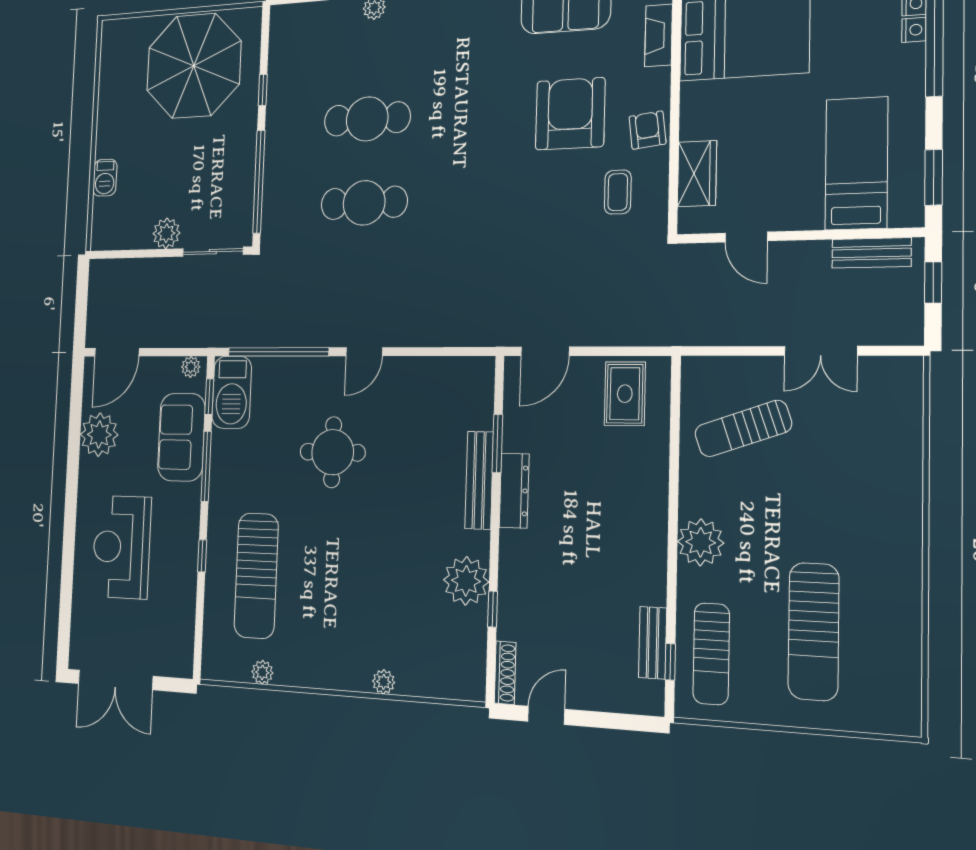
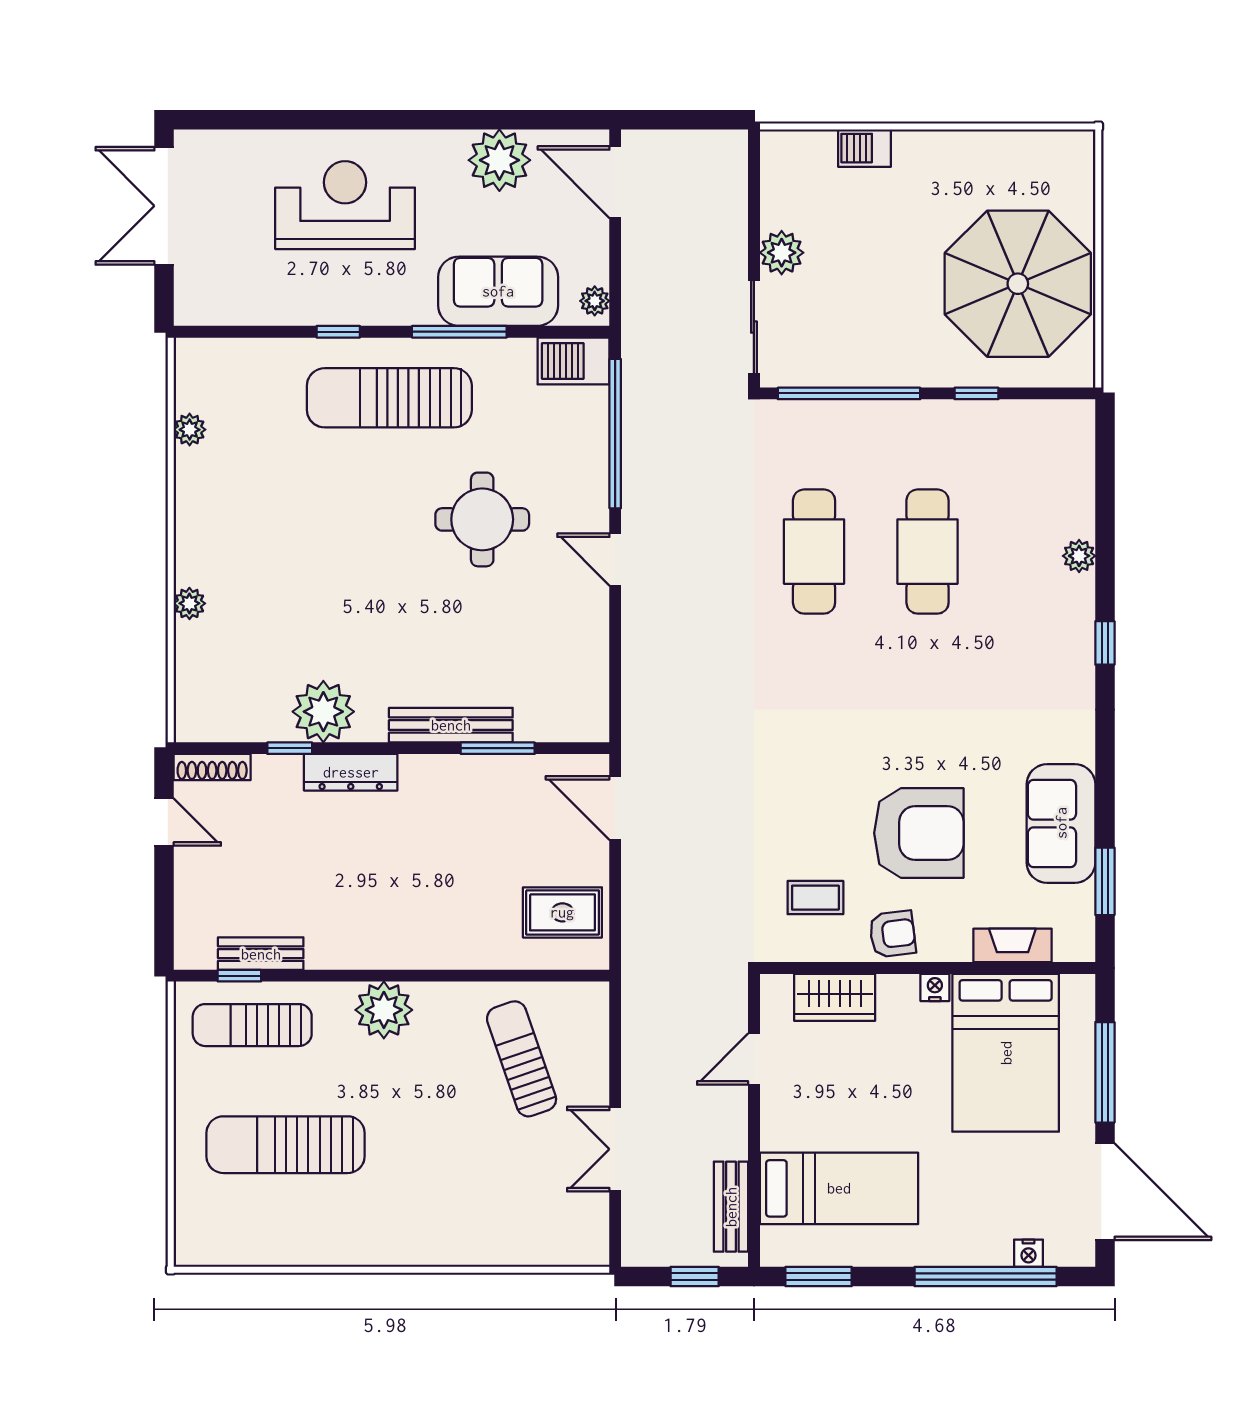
nightstand: (914, 30) -> (935, 987), moved, turned 180
barbecue: (232, 392) -> (574, 361), width x0.73, depth x0.83
window: (209, 397) -> (554, 332), removed
dresser: (514, 491) -> (351, 772), moved
sun lounger: (256, 576) -> (389, 398), moved

